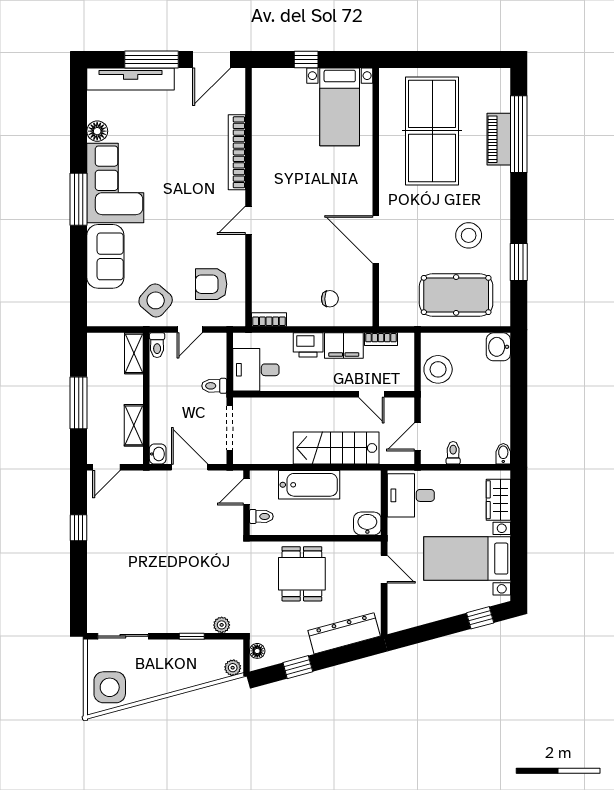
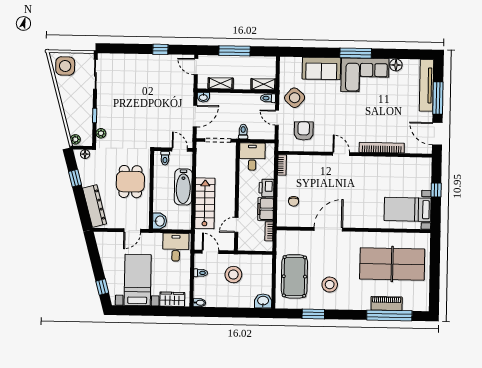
stool: (438, 369) -> (233, 275), moved
dining table: (302, 574) -> (130, 182), turned 90

